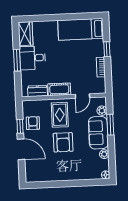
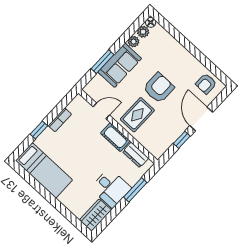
window: (17, 60) -> (135, 190), moved
plant: (102, 111) -> (143, 32), moved
armchair: (33, 123) -> (206, 84), moved

